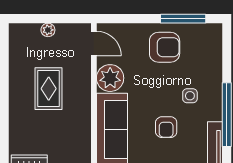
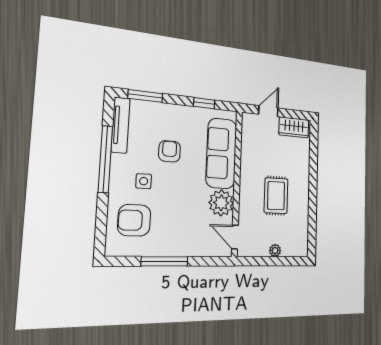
window: (183, 19) -> (165, 261), moved
armchair: (165, 47) -> (134, 220), moved

